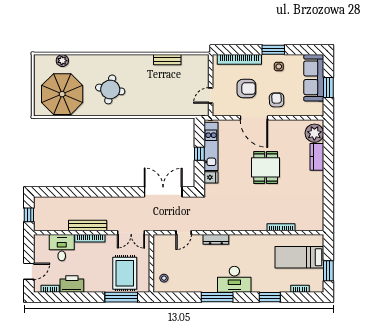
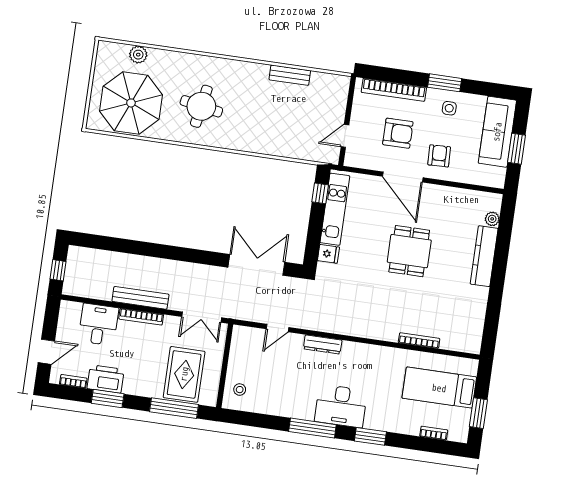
plant: (314, 133) -> (492, 219), width x0.53, depth x0.53
window: (199, 154) -> (320, 193), moved
kitchen counter: (317, 157) -> (484, 256), width x1.50
window: (75, 297) -> (108, 399), added
window: (270, 297) -> (370, 436), moved

